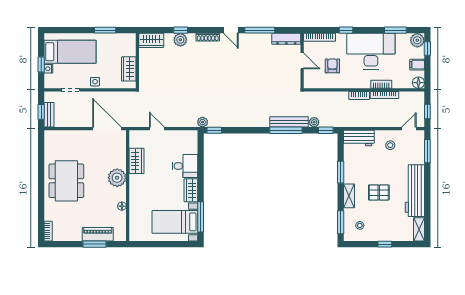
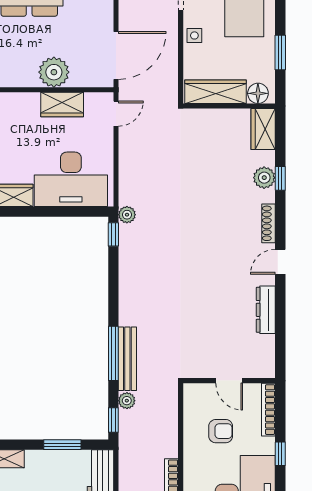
window: (260, 30) -> (280, 310), removed
dresser: (286, 39) -> (266, 310), moved
floor lamp: (130, 44) -> (258, 93), added
door: (302, 61) -> (229, 381), hinge flipped
wardrobe: (129, 69) -> (216, 92), width x1.50
door: (157, 129) -> (116, 114), moved
desk: (185, 166) -> (71, 179), width x1.87, depth x1.30
window: (341, 172) -> (62, 445), moved
plant: (117, 178) -> (54, 72), moved

